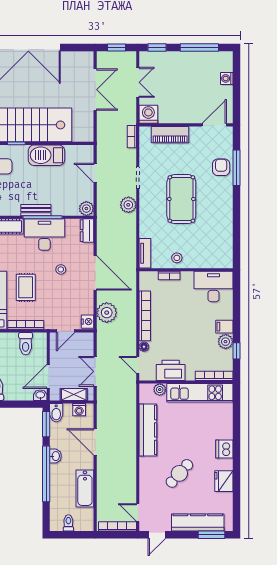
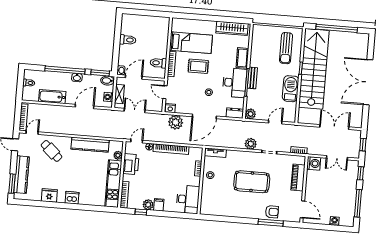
double door: (95, 90) -> (334, 127), swing flipped
door: (48, 376) -> (134, 77), hinge flipped
cafe table: (179, 473) -> (52, 151), moved

